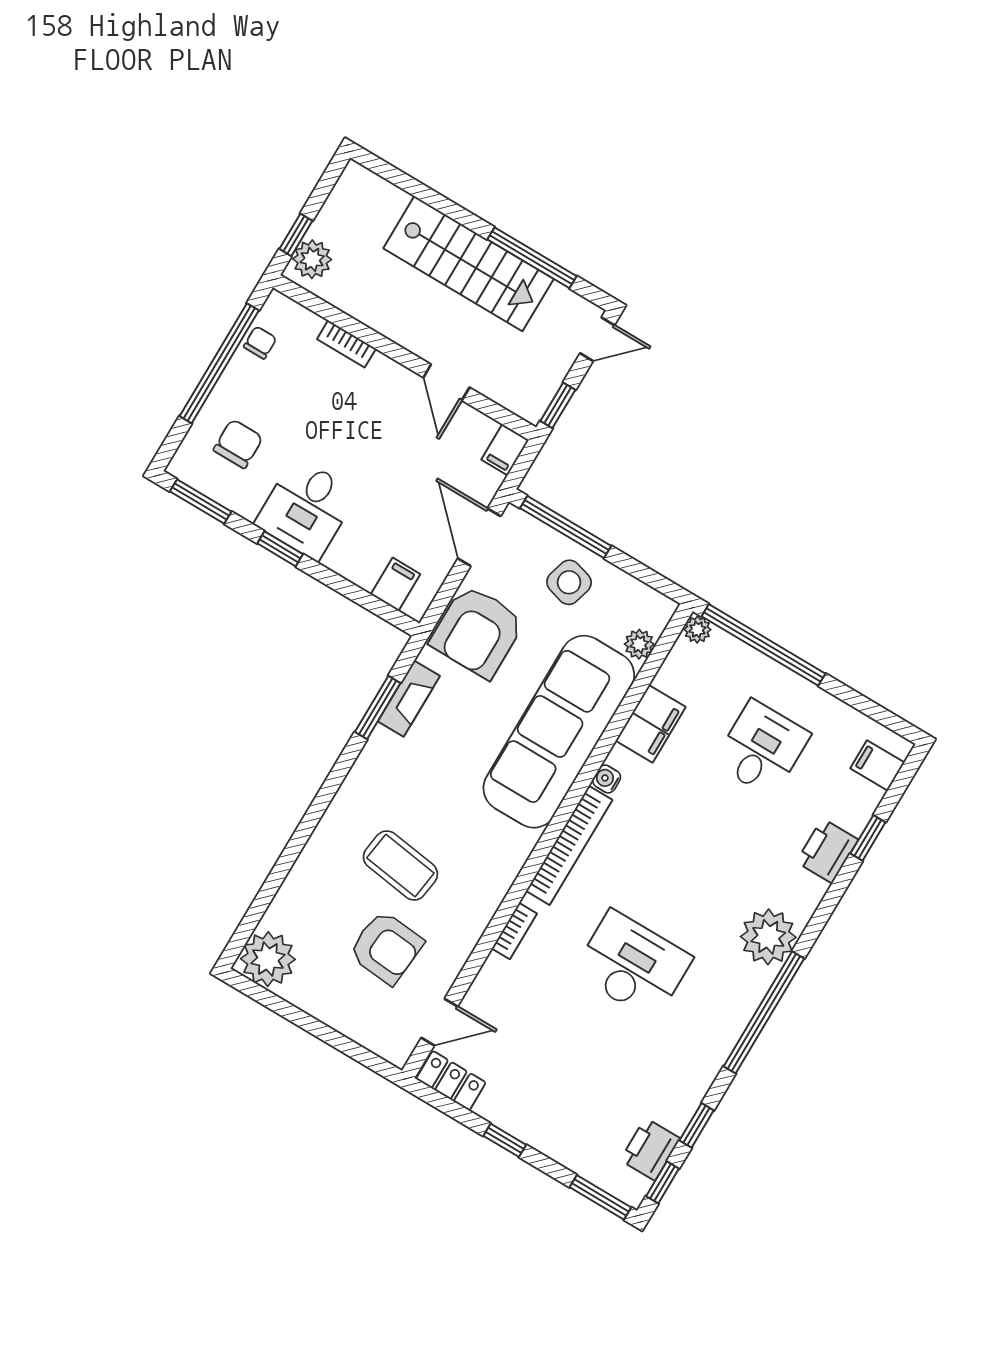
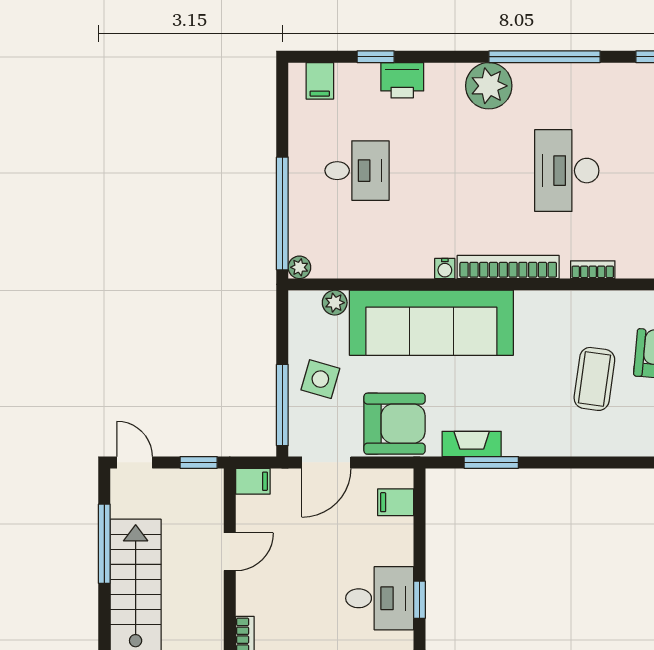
filing cabinet: (651, 724) -> (387, 261), removed
desk: (762, 749) -> (357, 171), turned 180

